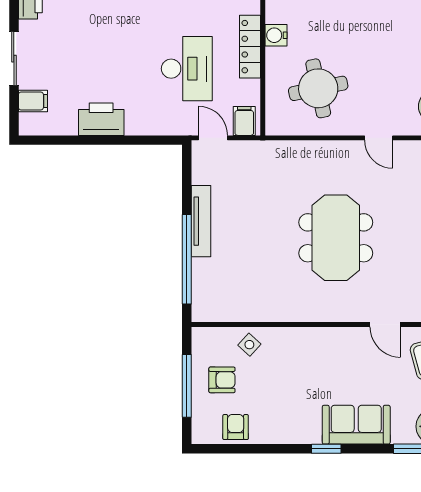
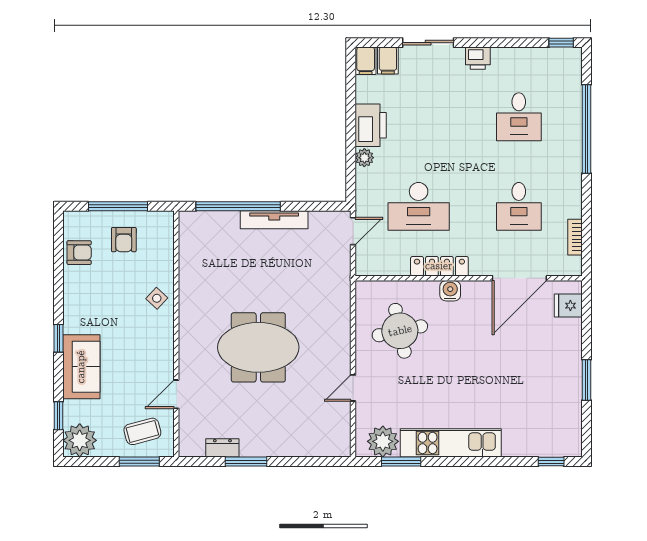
filing cabinet: (244, 121) -> (366, 61), moved, turned 90
plant: (135, 126) -> (364, 158), added
side table: (249, 345) -> (157, 298), moved

